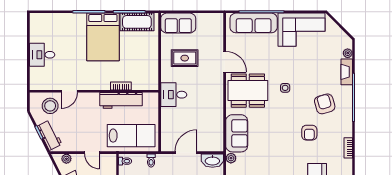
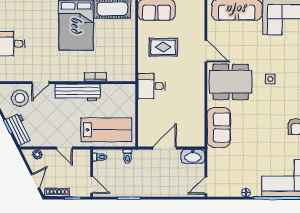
workbench: (121, 100) -> (78, 92), moved
plant: (231, 158) -> (213, 154), removed

